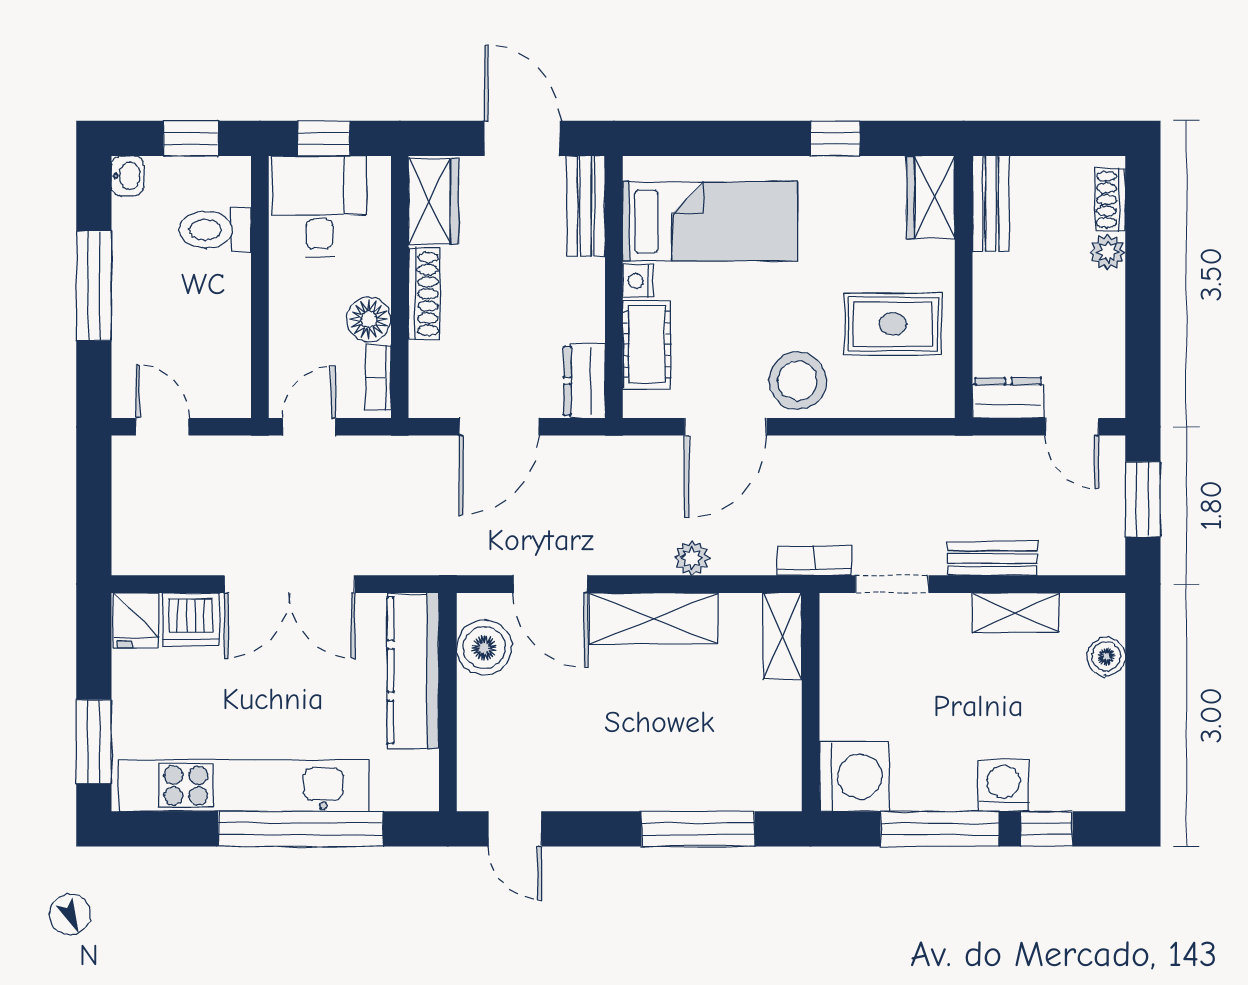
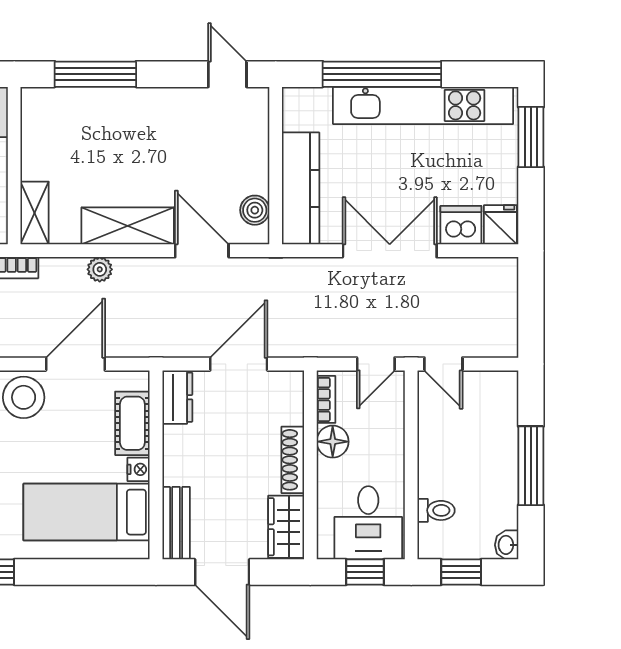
toilet: (215, 230) -> (436, 510), width x0.73, depth x0.72
door: (162, 427) -> (443, 364), moved
boiler: (484, 648) -> (255, 210), width x0.73, depth x0.73

